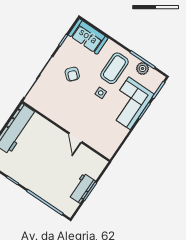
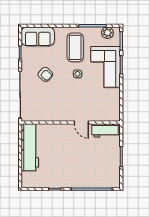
plant: (143, 68) -> (107, 33), moved
workbench: (82, 188) -> (105, 130), moved, turned -90

